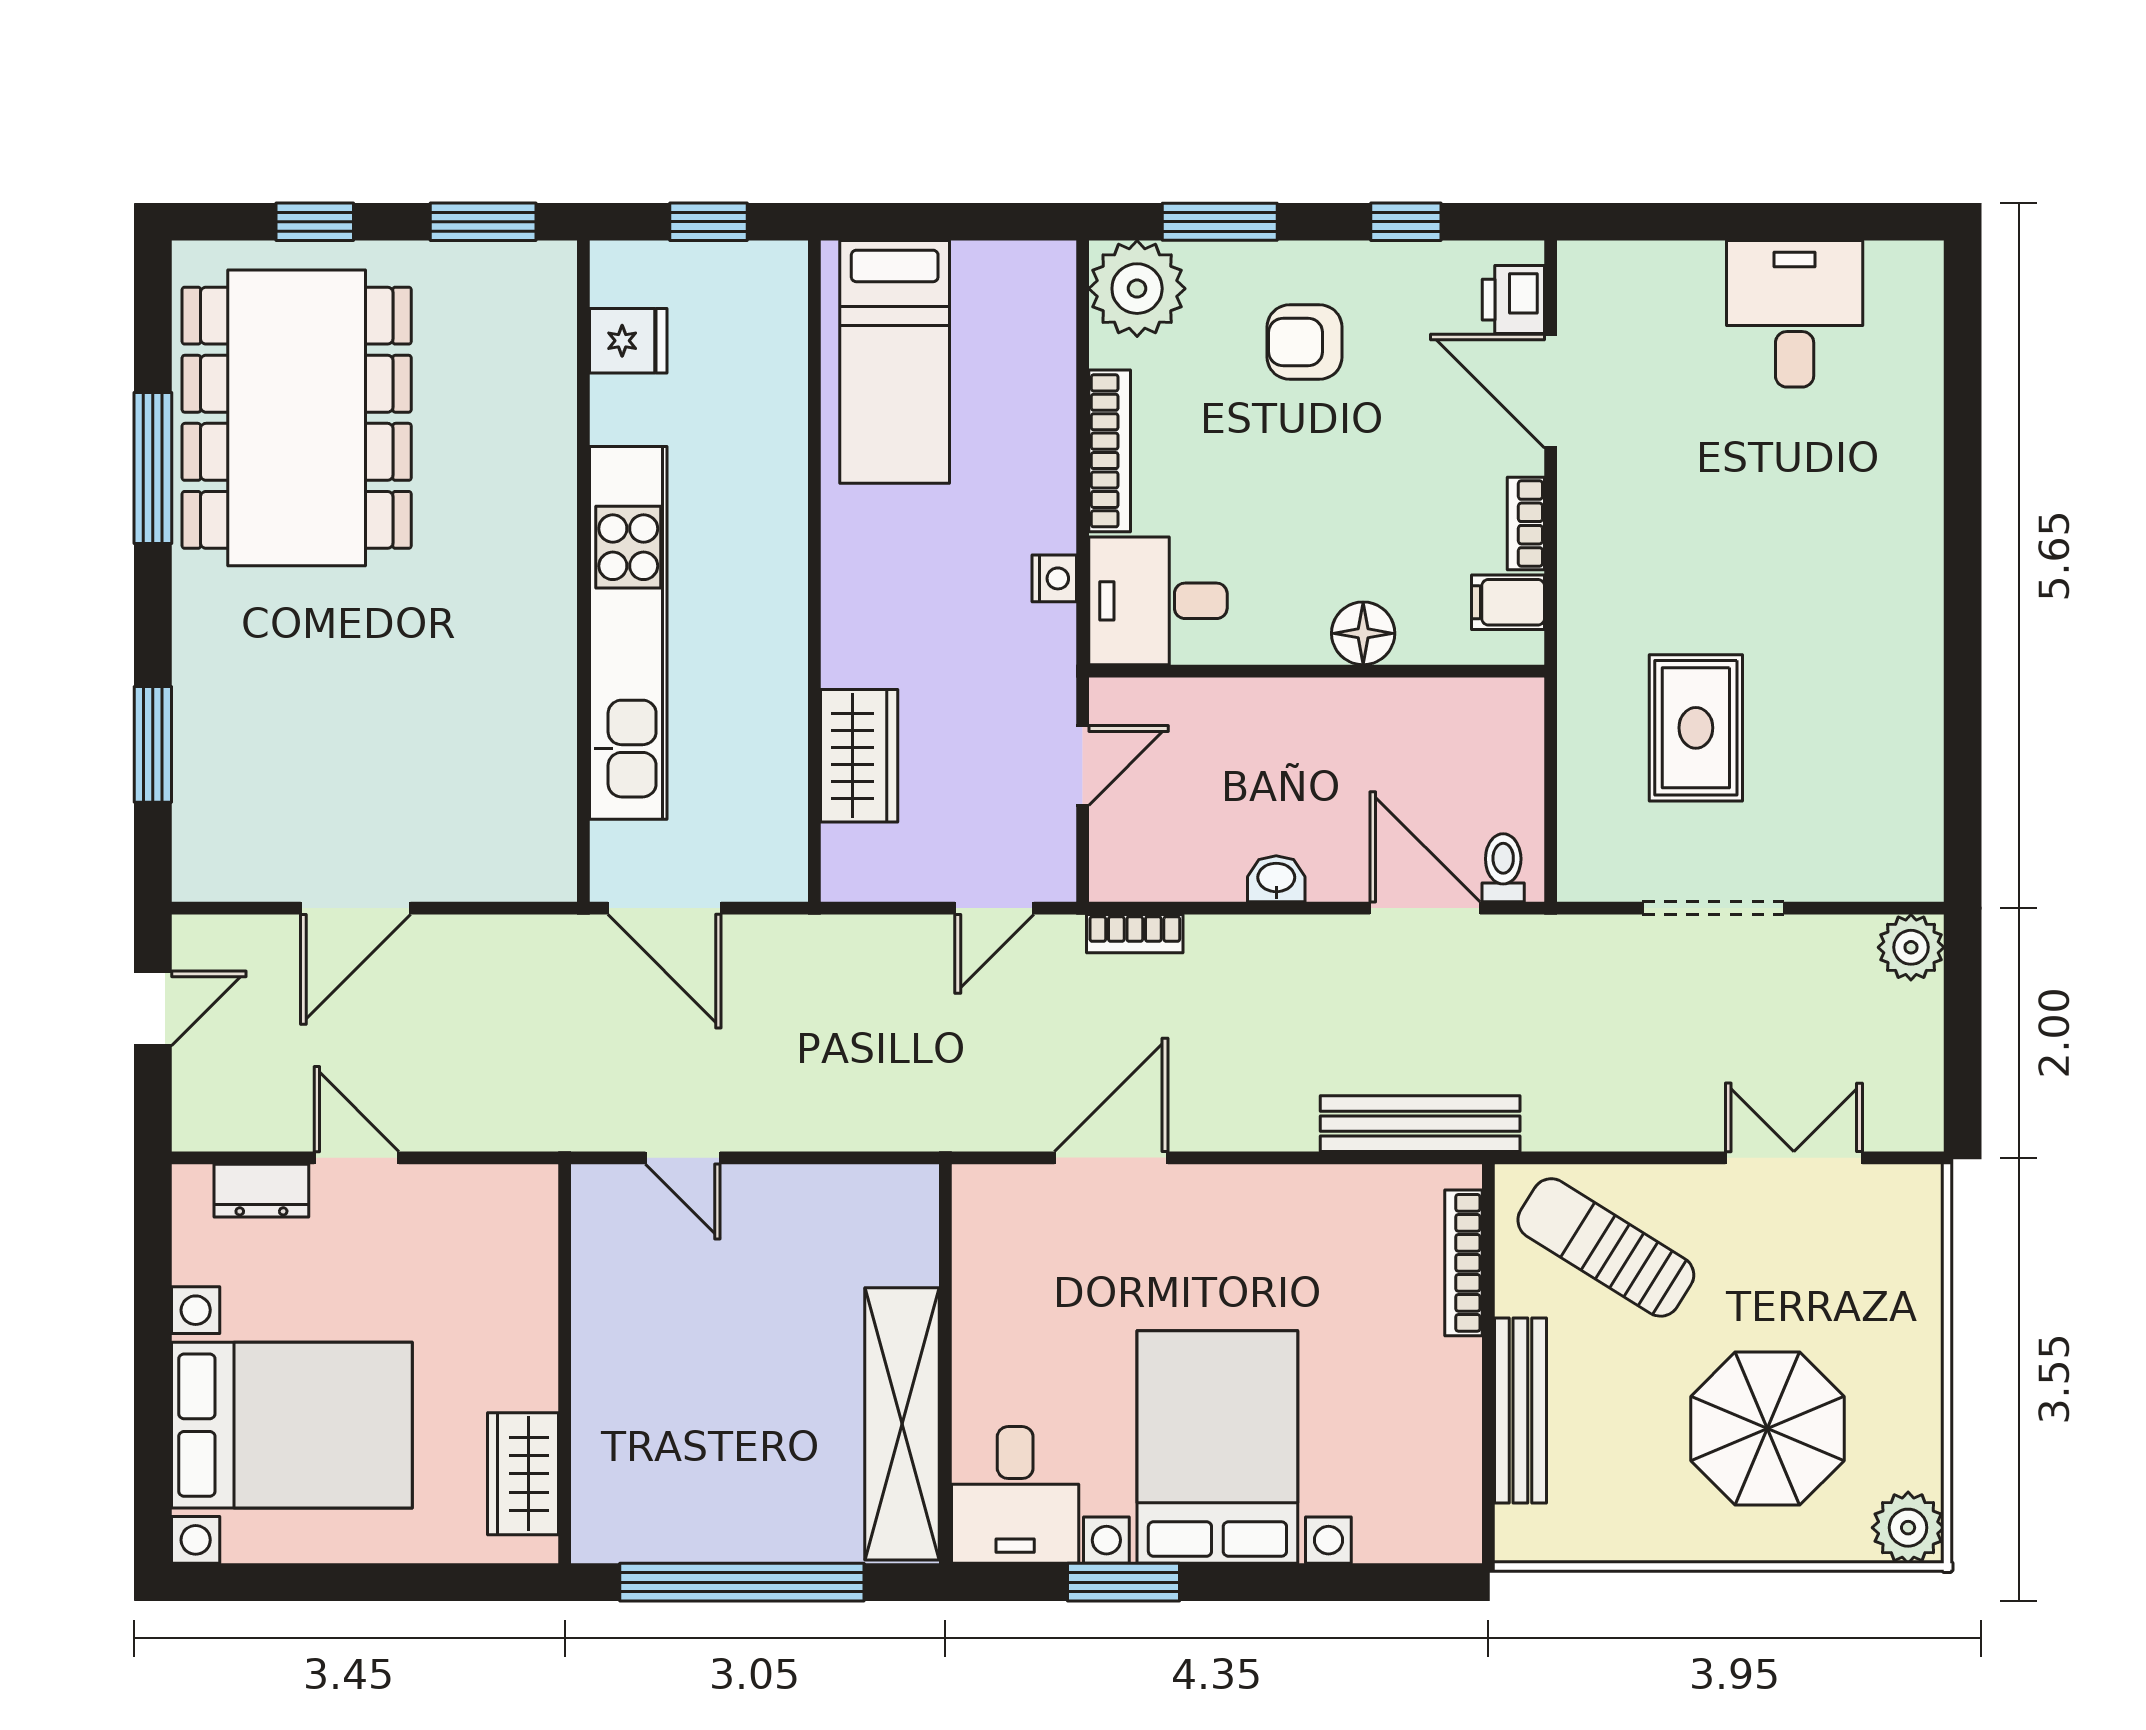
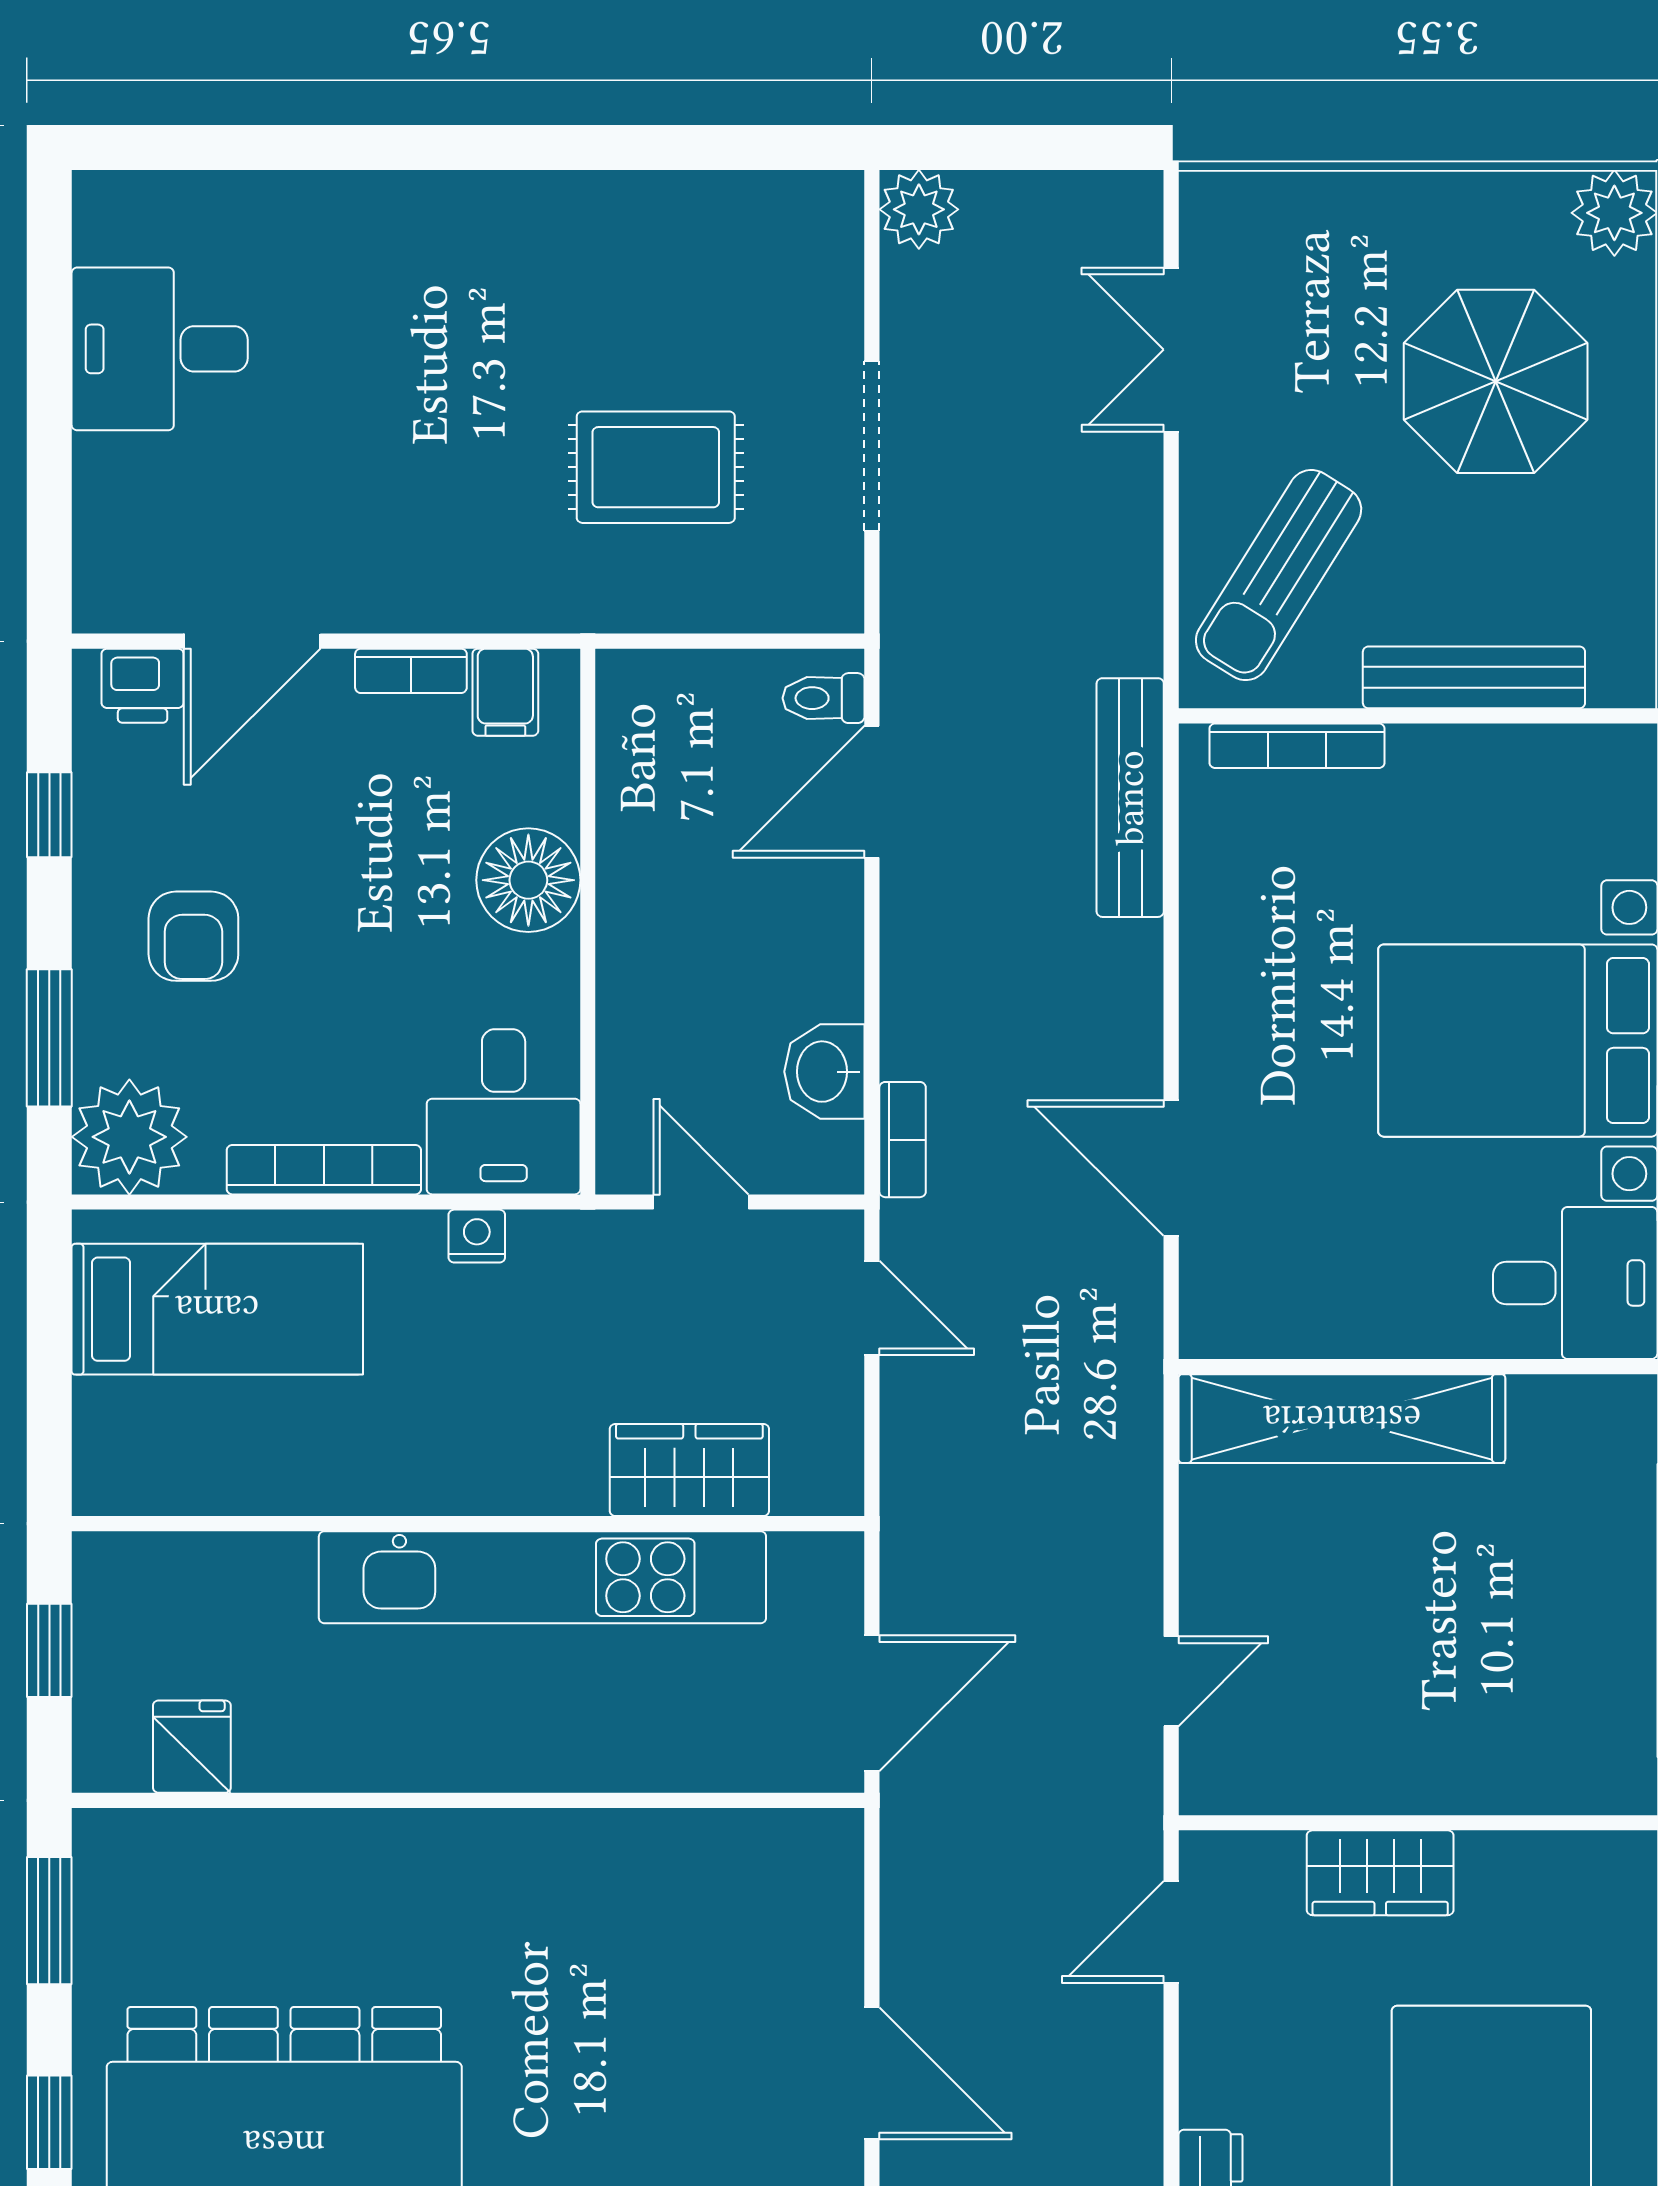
bed: (895, 362) -> (217, 1309), moved
kitchen unit: (628, 633) -> (542, 1577), moved, turned 180
floor lamp: (1363, 633) -> (528, 880), width x1.38, depth x1.38
washbasin: (1276, 879) -> (824, 1072), moved, width x1.38, depth x1.45
door: (357, 1158) -> (1171, 1932), moved
shelving: (902, 1424) -> (1342, 1419), moved
wardrobe: (523, 1474) -> (1380, 1873), moved

